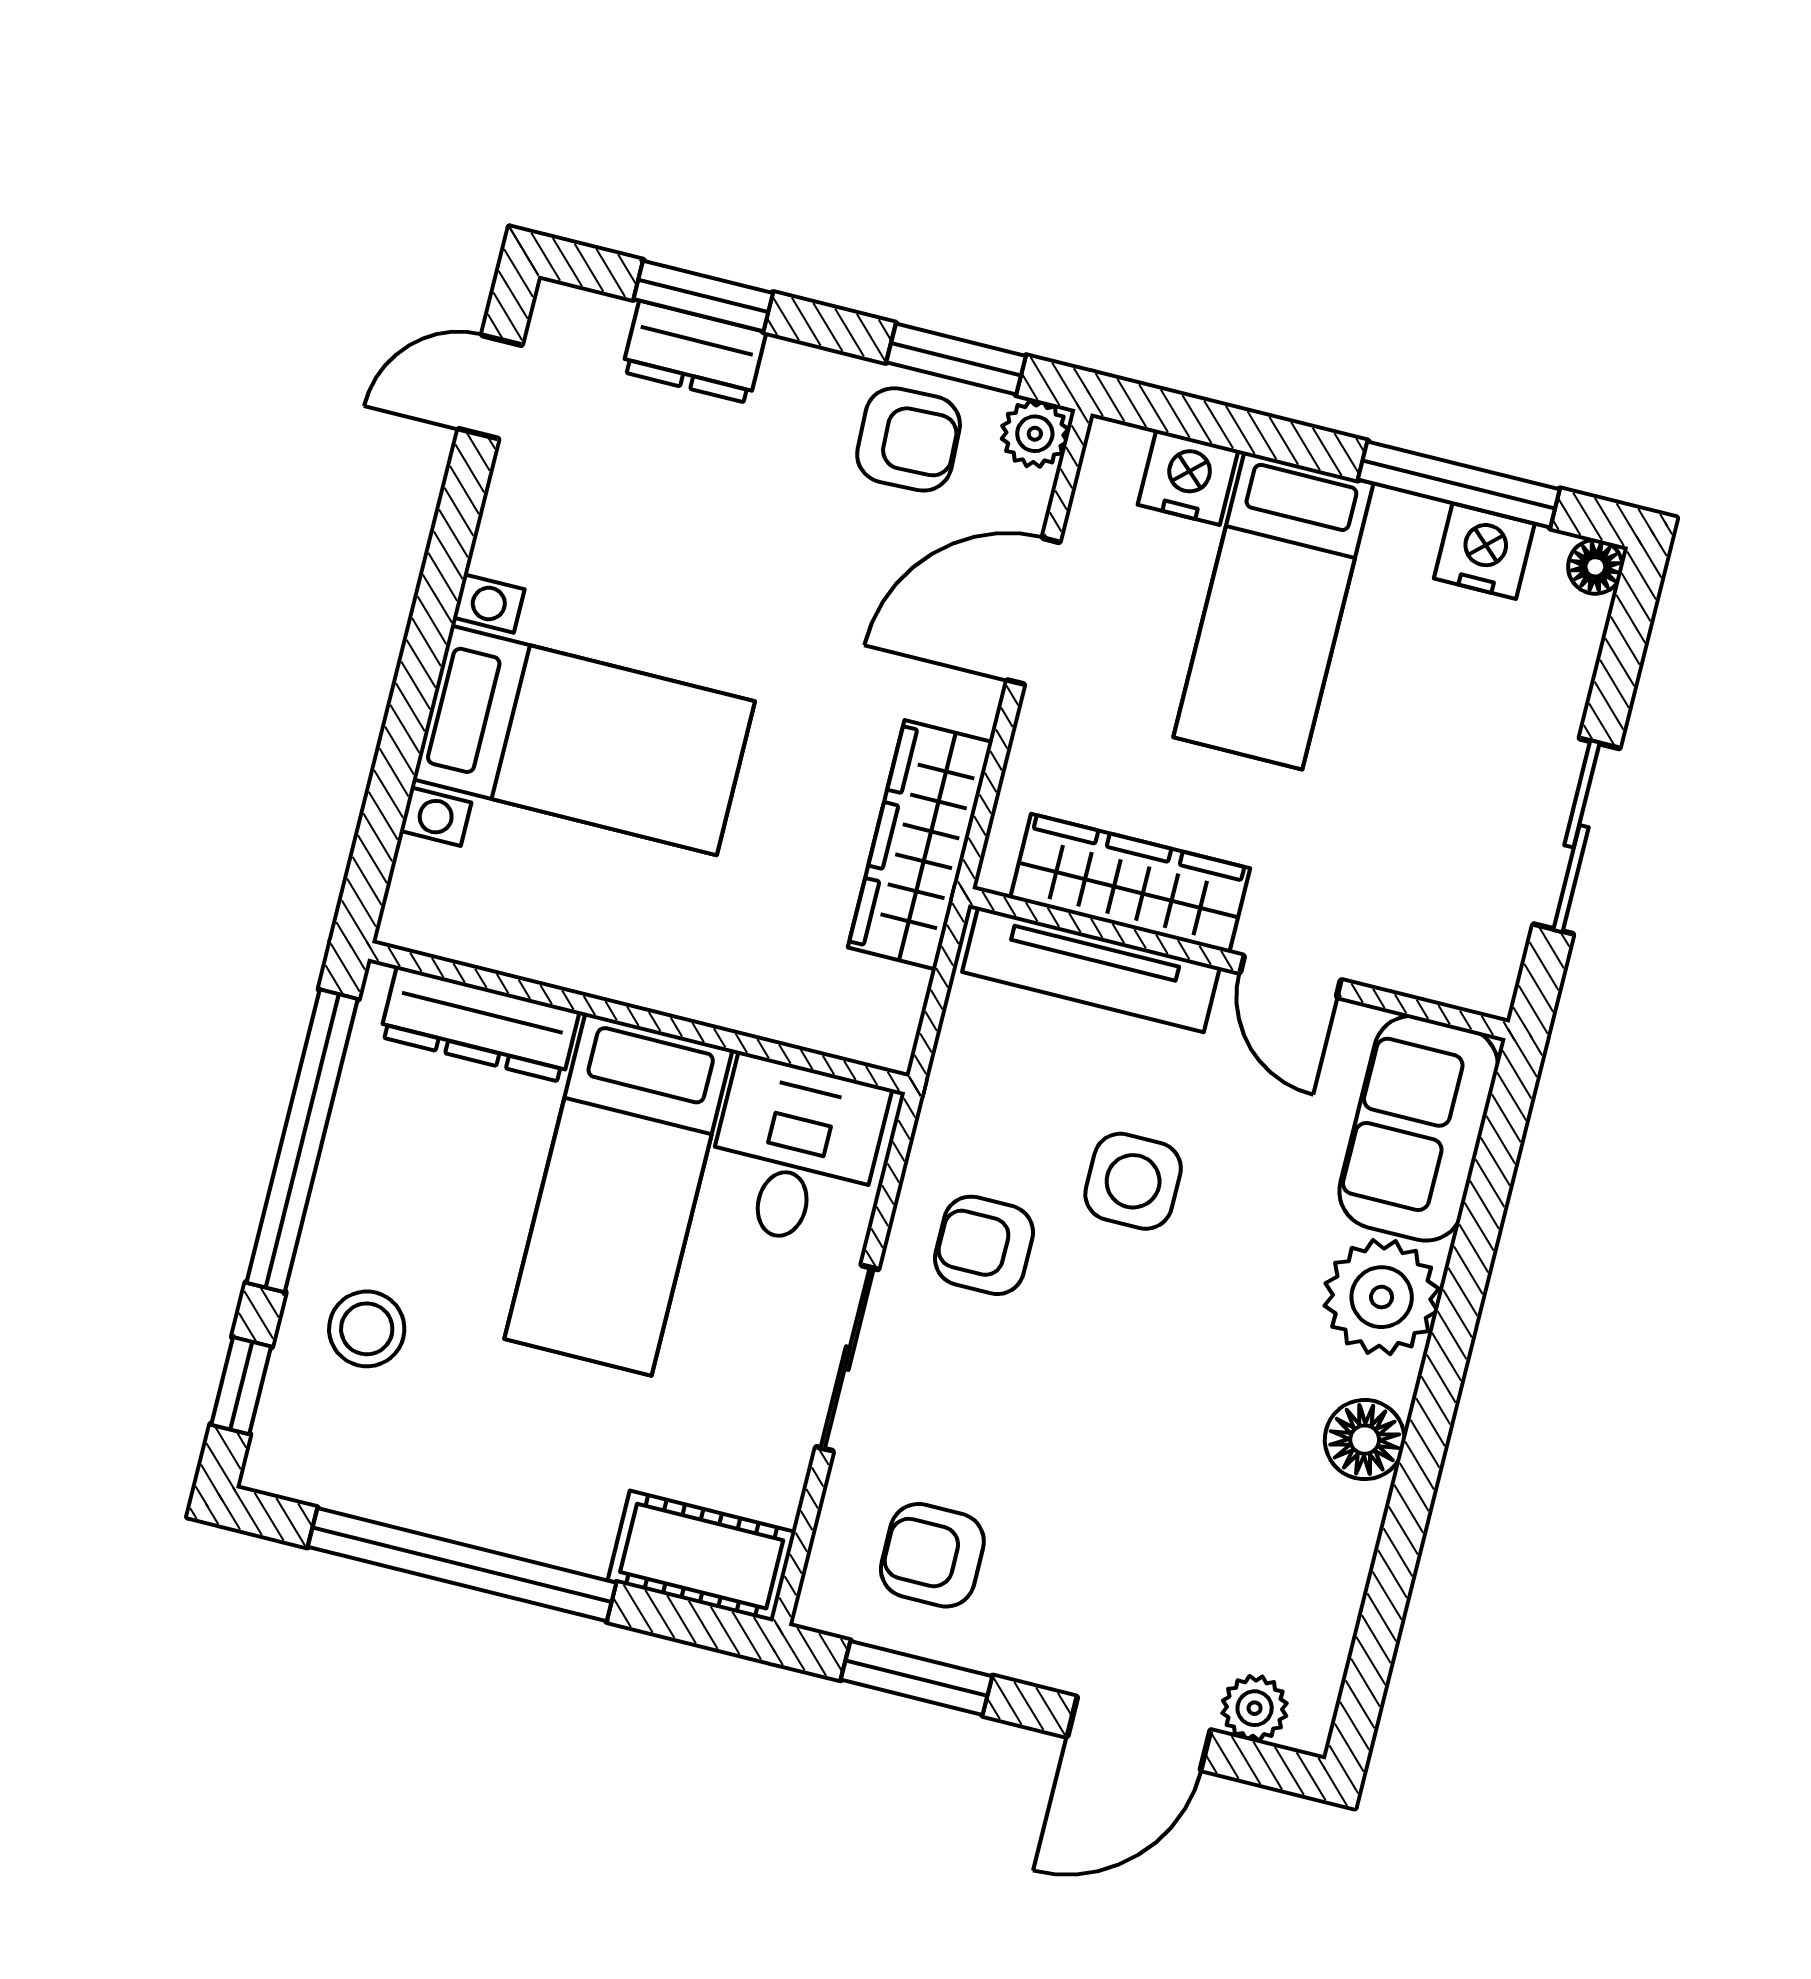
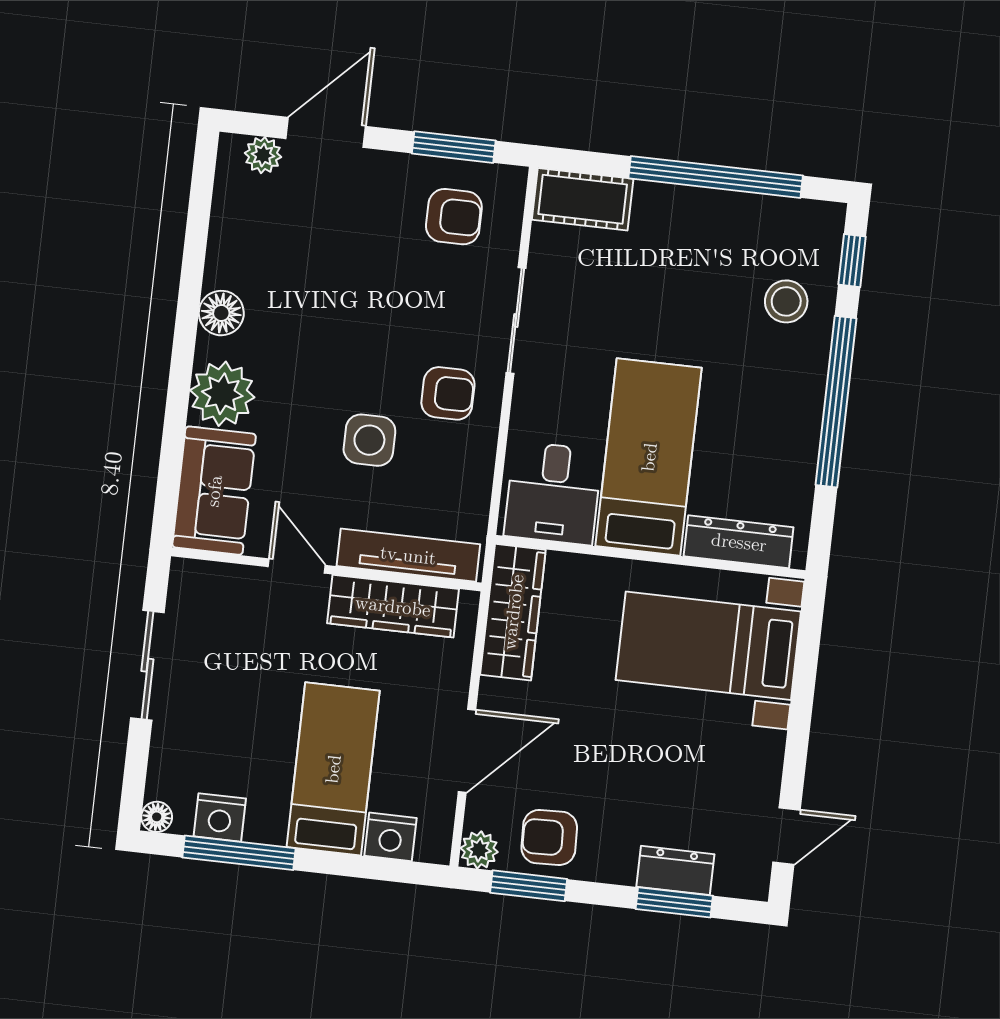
wall: (639, 1018) -> (650, 557), moved
dresser: (480, 1024) -> (739, 542), moved
desk: (795, 1153) -> (553, 493), moved
bed: (619, 1194) -> (649, 457), moved

